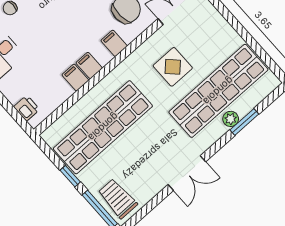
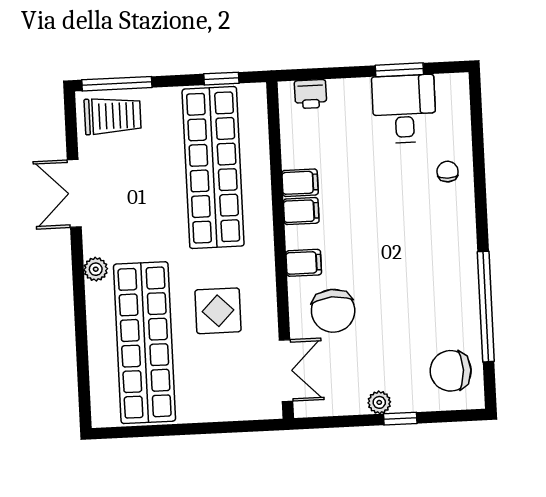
plant: (231, 119) -> (96, 269), moved
window: (244, 122) -> (82, 343), removed
double door: (187, 173) -> (74, 193), moved
window: (70, 176) -> (221, 79), moved

